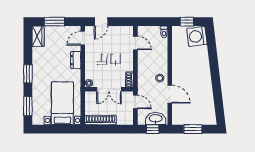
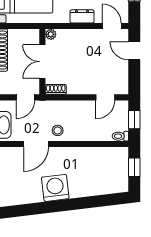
window: (152, 22) -> (134, 120), added
washing machine: (197, 36) -> (55, 188), moved

